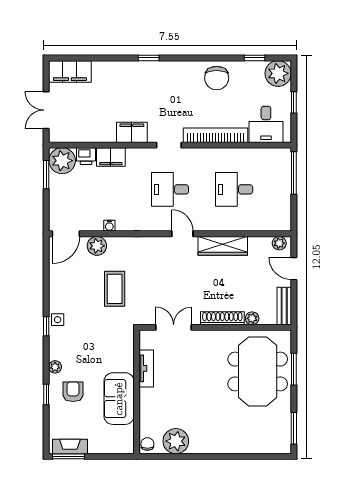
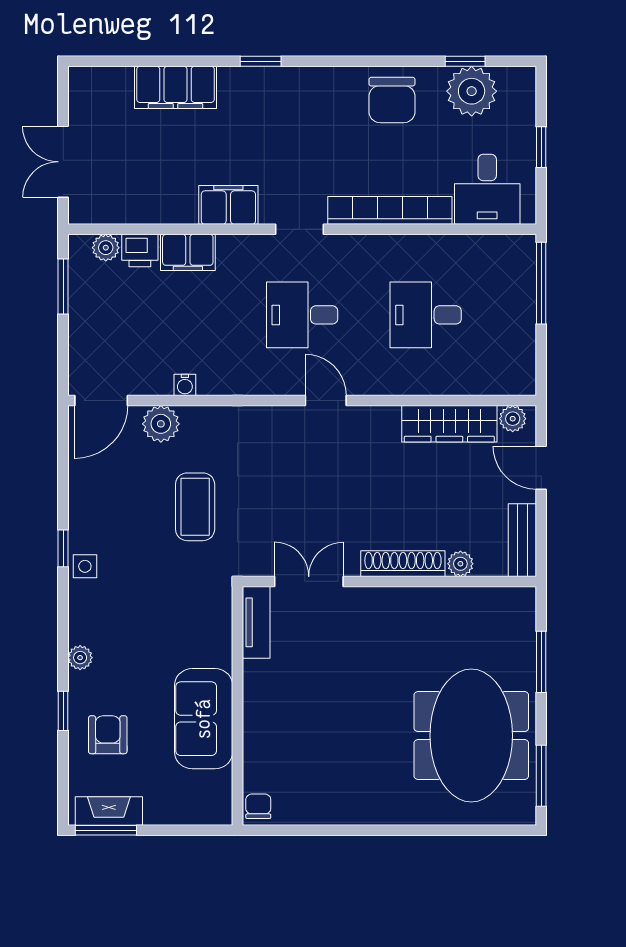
filing cabinet: (70, 71) -> (176, 87), moved
plant: (278, 73) -> (472, 91), moved
plant: (62, 161) -> (106, 248), width x0.53, depth x0.53
wardrobe: (223, 246) -> (449, 424), moved
window: (46, 326) -> (63, 548), moved
tv unit: (146, 368) -> (256, 622), moved
meeting table: (258, 371) -> (471, 736), moved
armchair: (73, 392) -> (108, 735), moved
plant: (176, 441) -> (313, 801), removed

